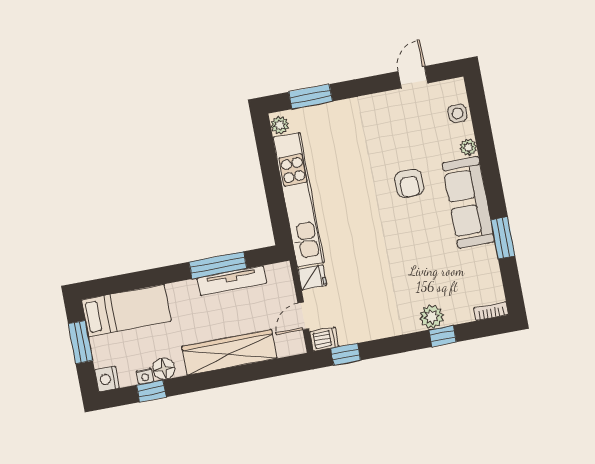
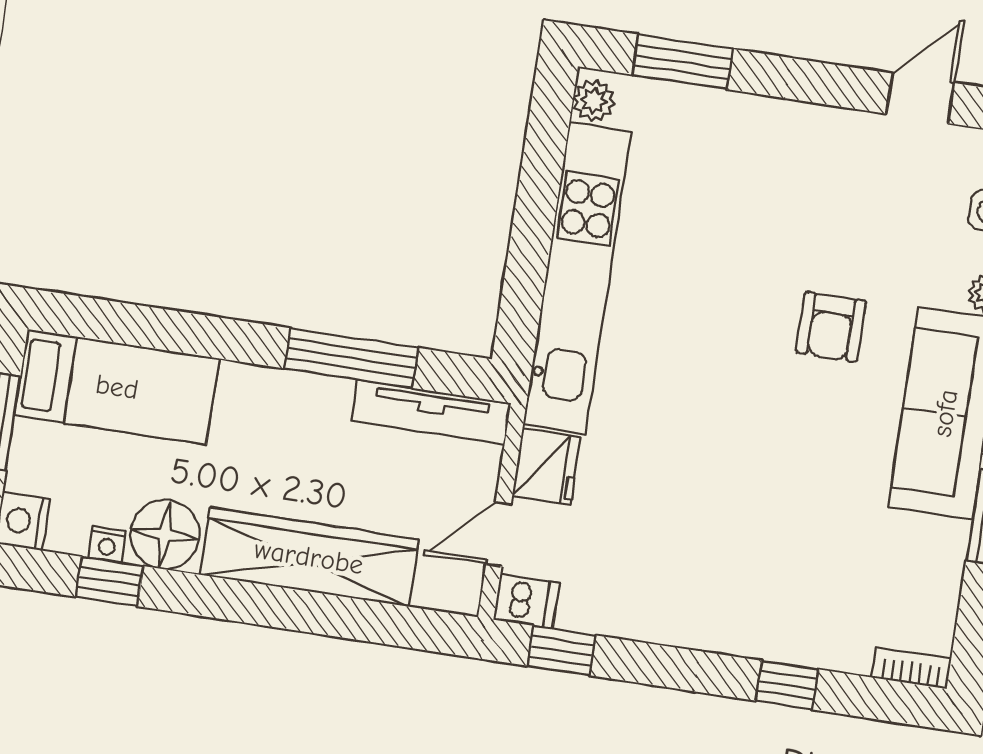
fridge: (312, 277) -> (546, 467), width x1.38
tv unit: (232, 281) -> (431, 412), moved
plant: (432, 317) -> (778, 635), removed
floor lamp: (164, 369) -> (165, 534), width x1.38, depth x1.38

